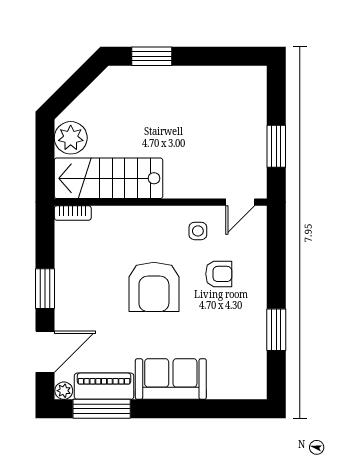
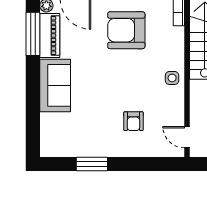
side table: (198, 231) -> (172, 78), moved
armchair: (154, 287) -> (126, 30), moved

